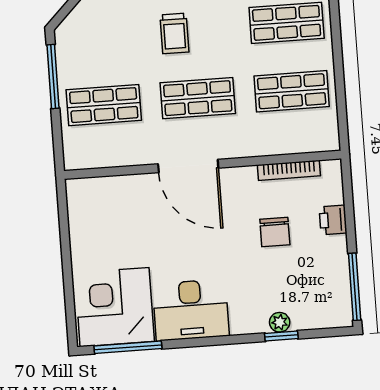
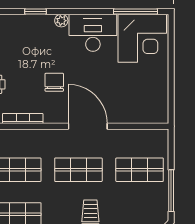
chair: (275, 232) -> (54, 82), moved
plant: (280, 322) -> (61, 21), moved

